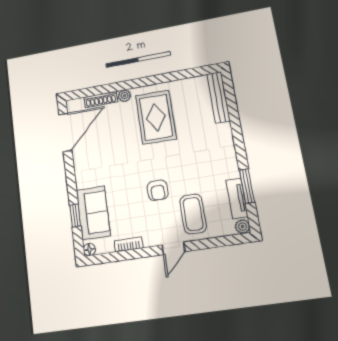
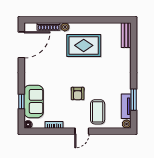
bench: (218, 97) -> (126, 35), width x0.73
rug: (156, 117) -> (84, 45), turned 90

